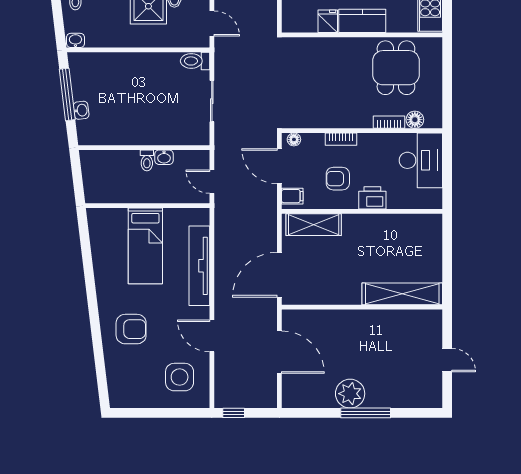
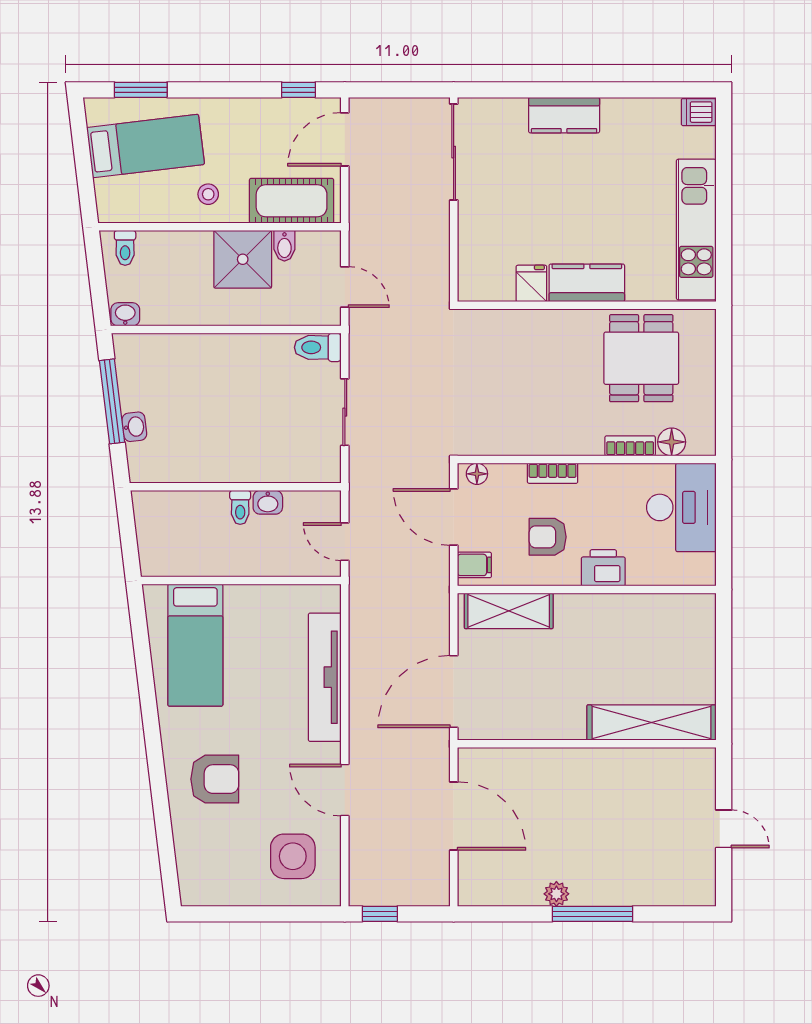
bed: (145, 246) -> (195, 645), moved
plant: (350, 394) -> (556, 894), width x0.53, depth x0.53

